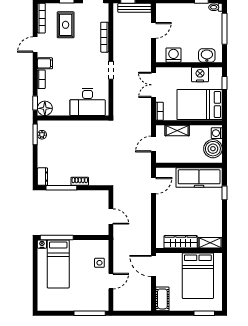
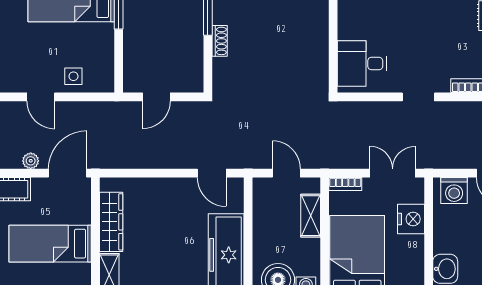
washing machine: (173, 55) -> (454, 191), moved, turned 90
nightstand: (200, 75) -> (411, 219), moved
desk: (88, 102) -> (362, 64), width x0.73
bed: (198, 276) -> (50, 244), width x0.67
plant: (147, 287) -> (31, 161), added

